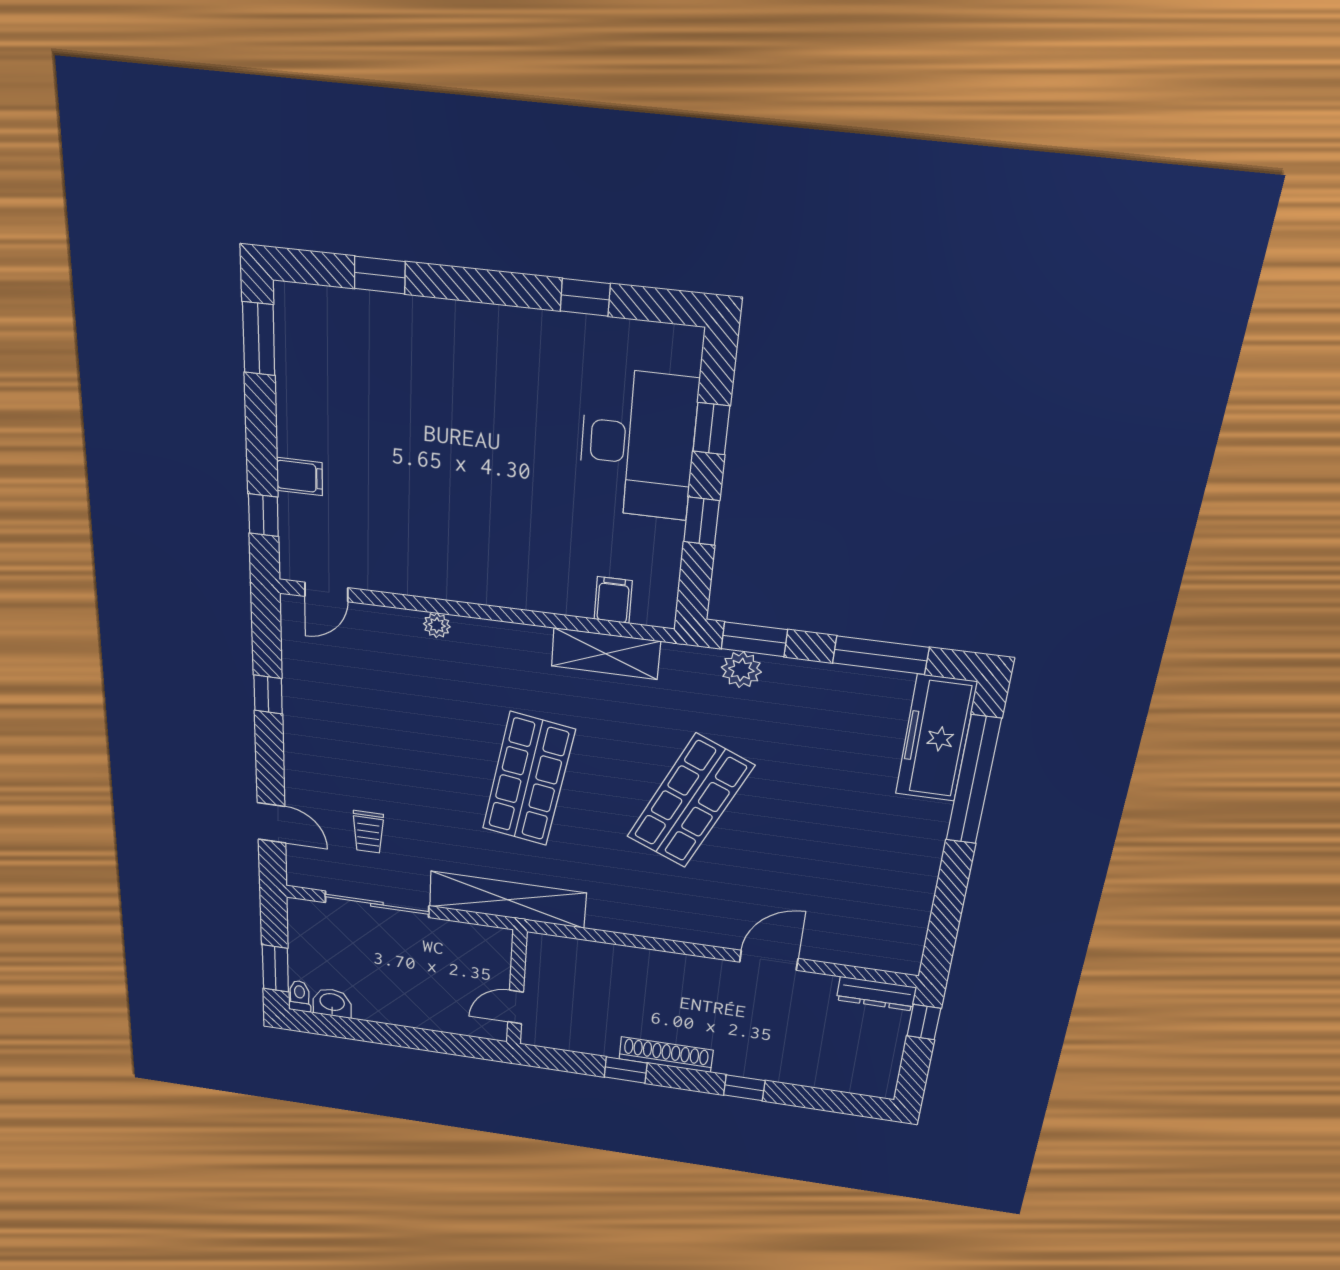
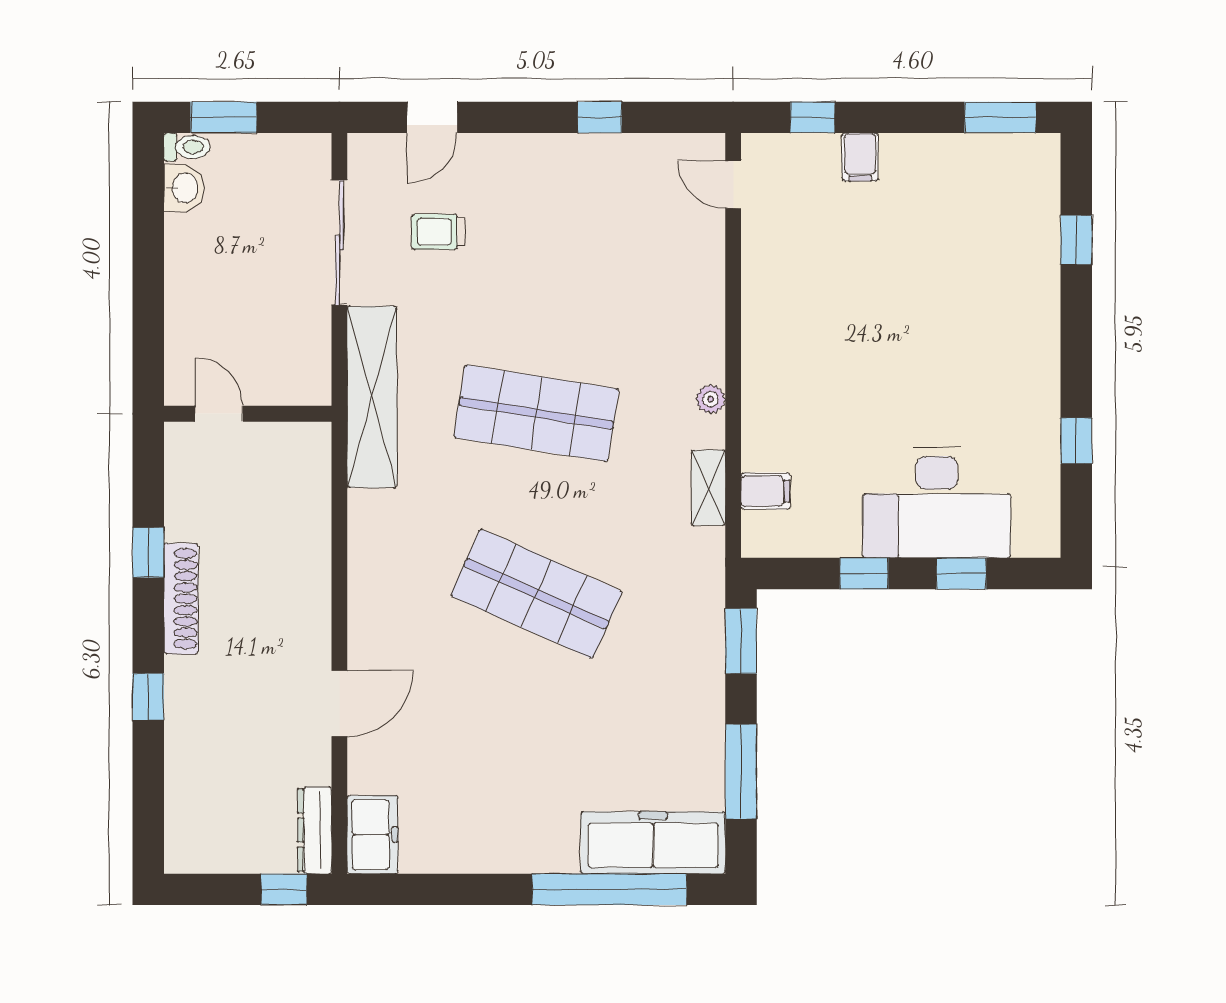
plant: (437, 625) -> (711, 399), moved
shelving: (606, 654) -> (708, 488), width x0.67, depth x0.75
plant: (741, 670) -> (704, 632), removed
freezer: (888, 953) -> (373, 835), added
door: (769, 960) -> (339, 703), hinge flipped

